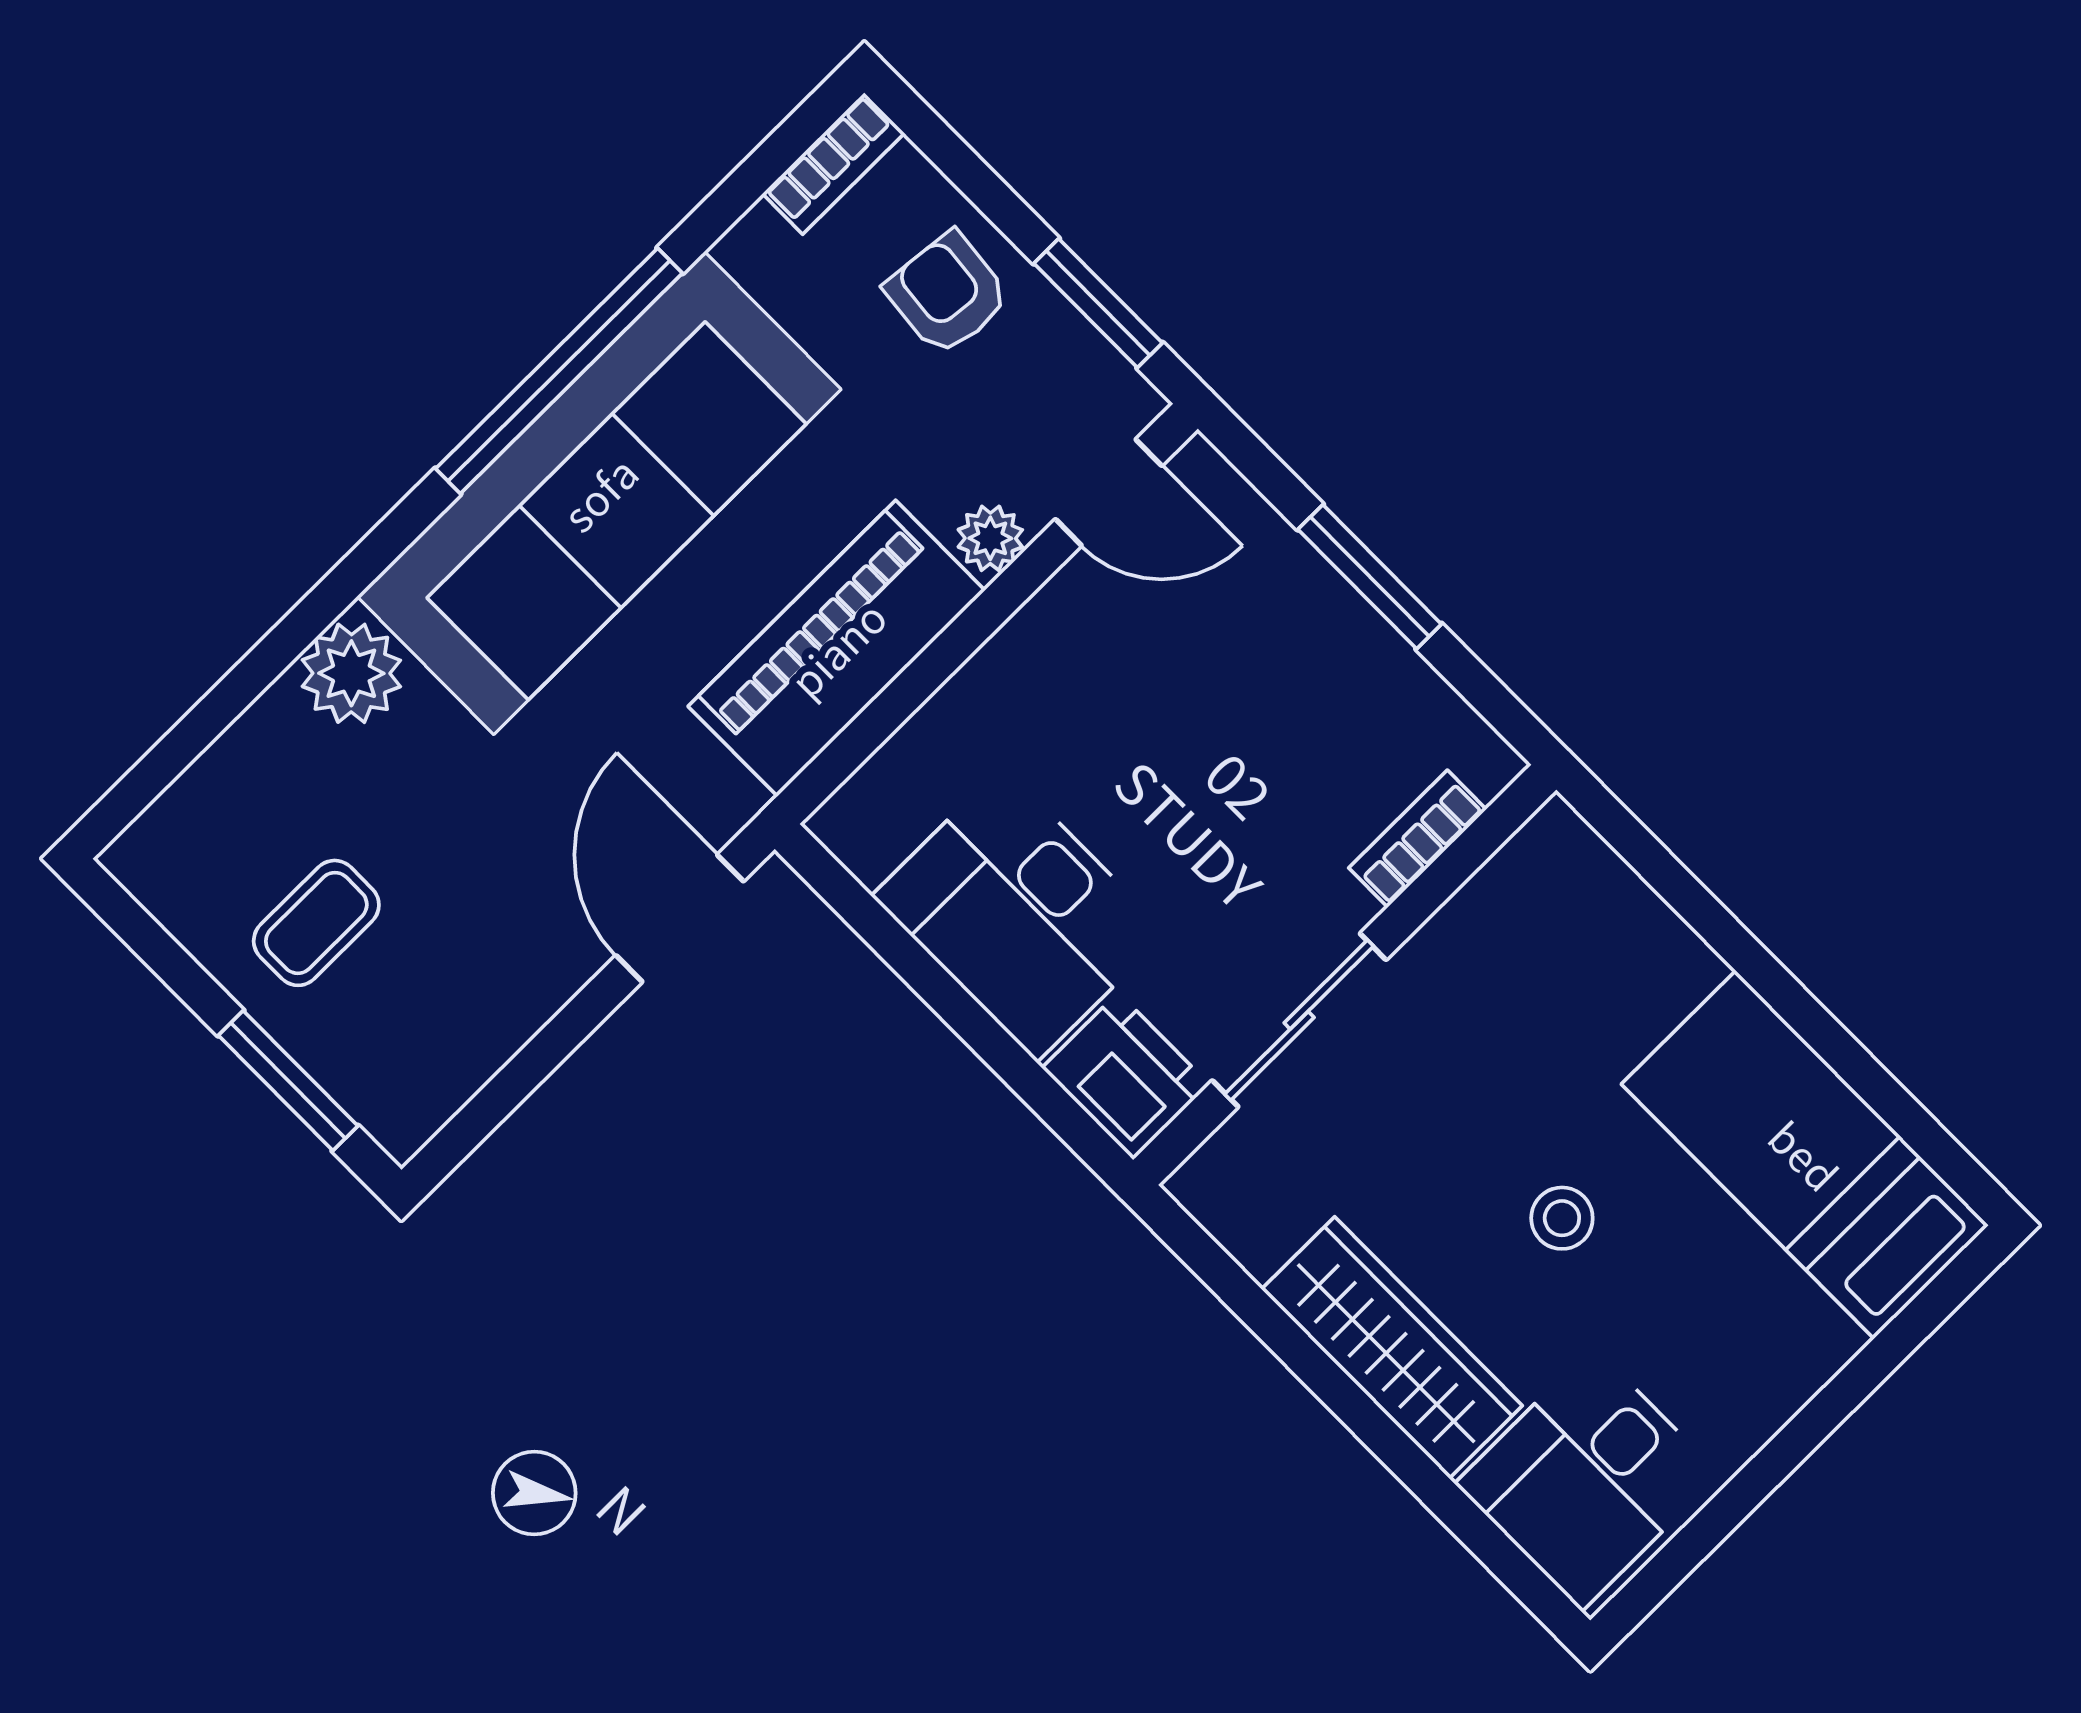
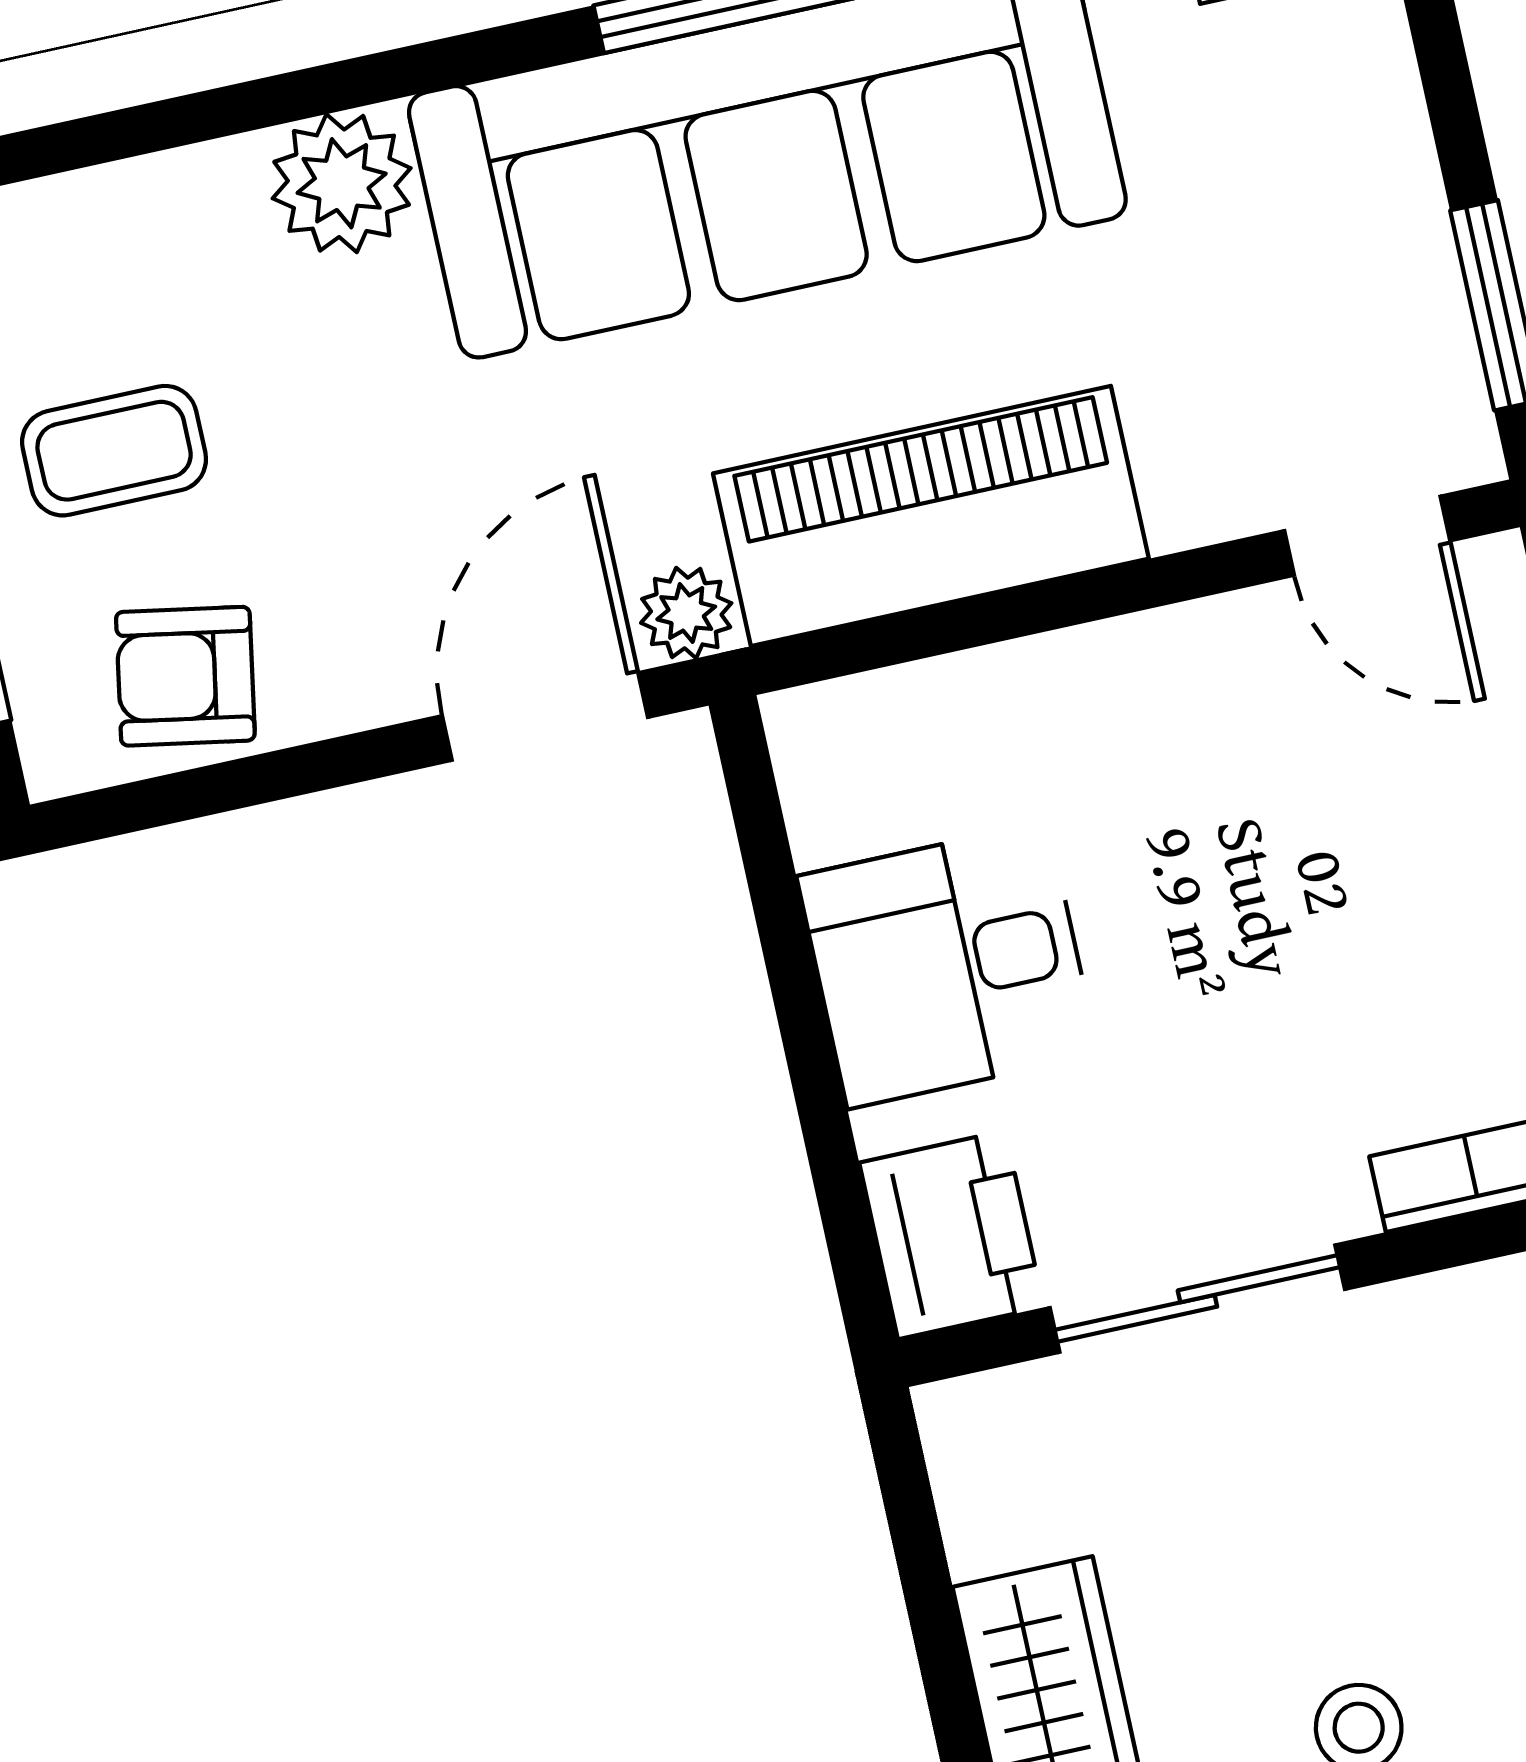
armchair: (947, 294) -> (185, 676), moved, turned -86
plant: (990, 538) -> (686, 613), moved
desk: (1019, 914) -> (948, 965), width x0.73

